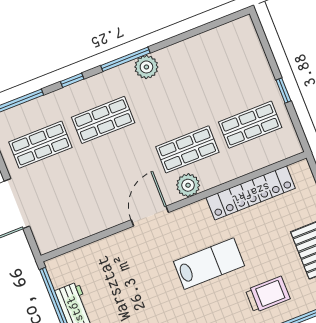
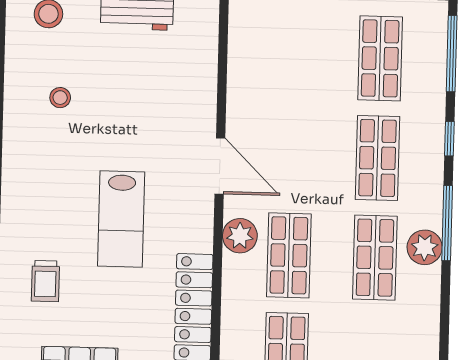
shop shelf: (166, 95) -> (375, 258), added
trolley: (268, 294) -> (45, 281), width x0.73, depth x0.72

